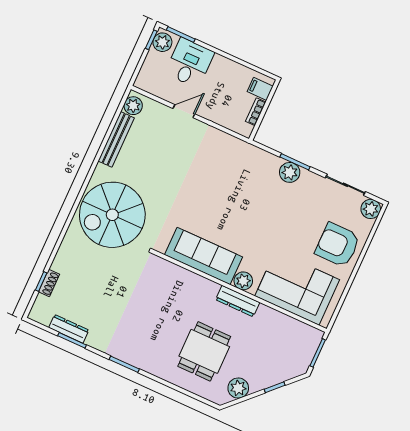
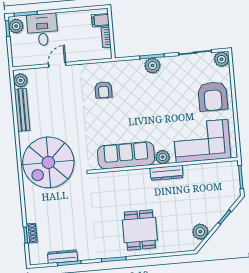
armchair: (220, 169) -> (103, 90), added
armchair: (338, 245) -> (213, 96), turned -90
dining table: (204, 351) -> (140, 230), moved

